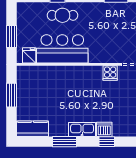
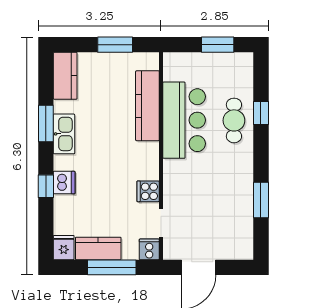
window: (12, 36) -> (218, 45), moved
fridge: (29, 55) -> (174, 71), removed
kitchen counter: (53, 73) -> (147, 106), added
kitchen sink: (82, 130) -> (64, 134), moved

